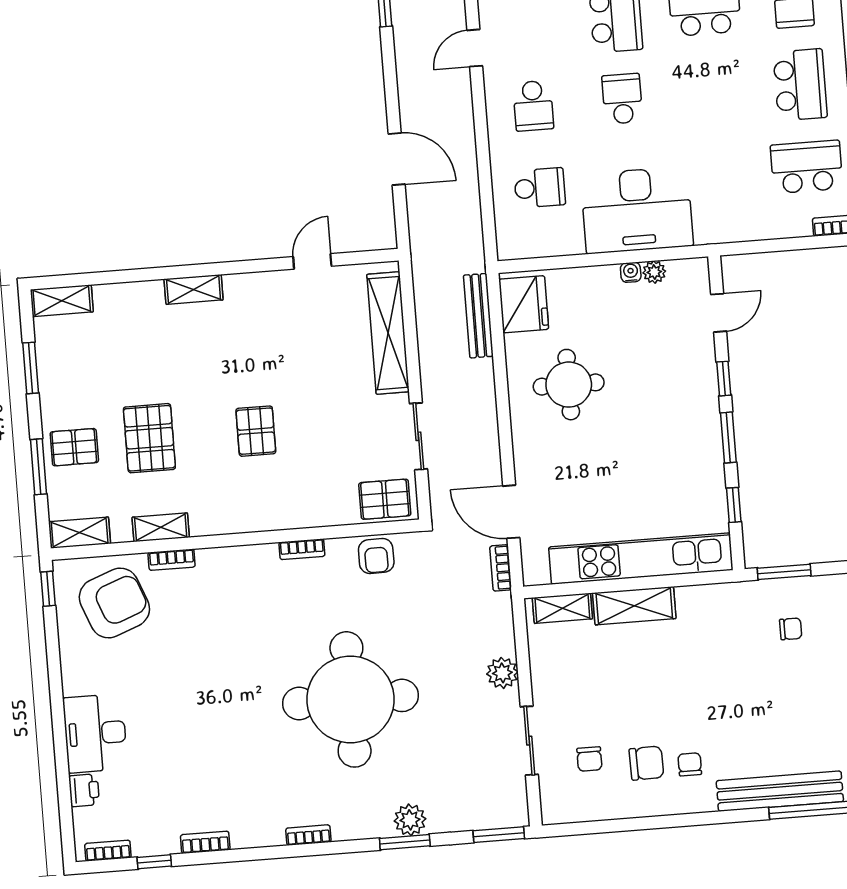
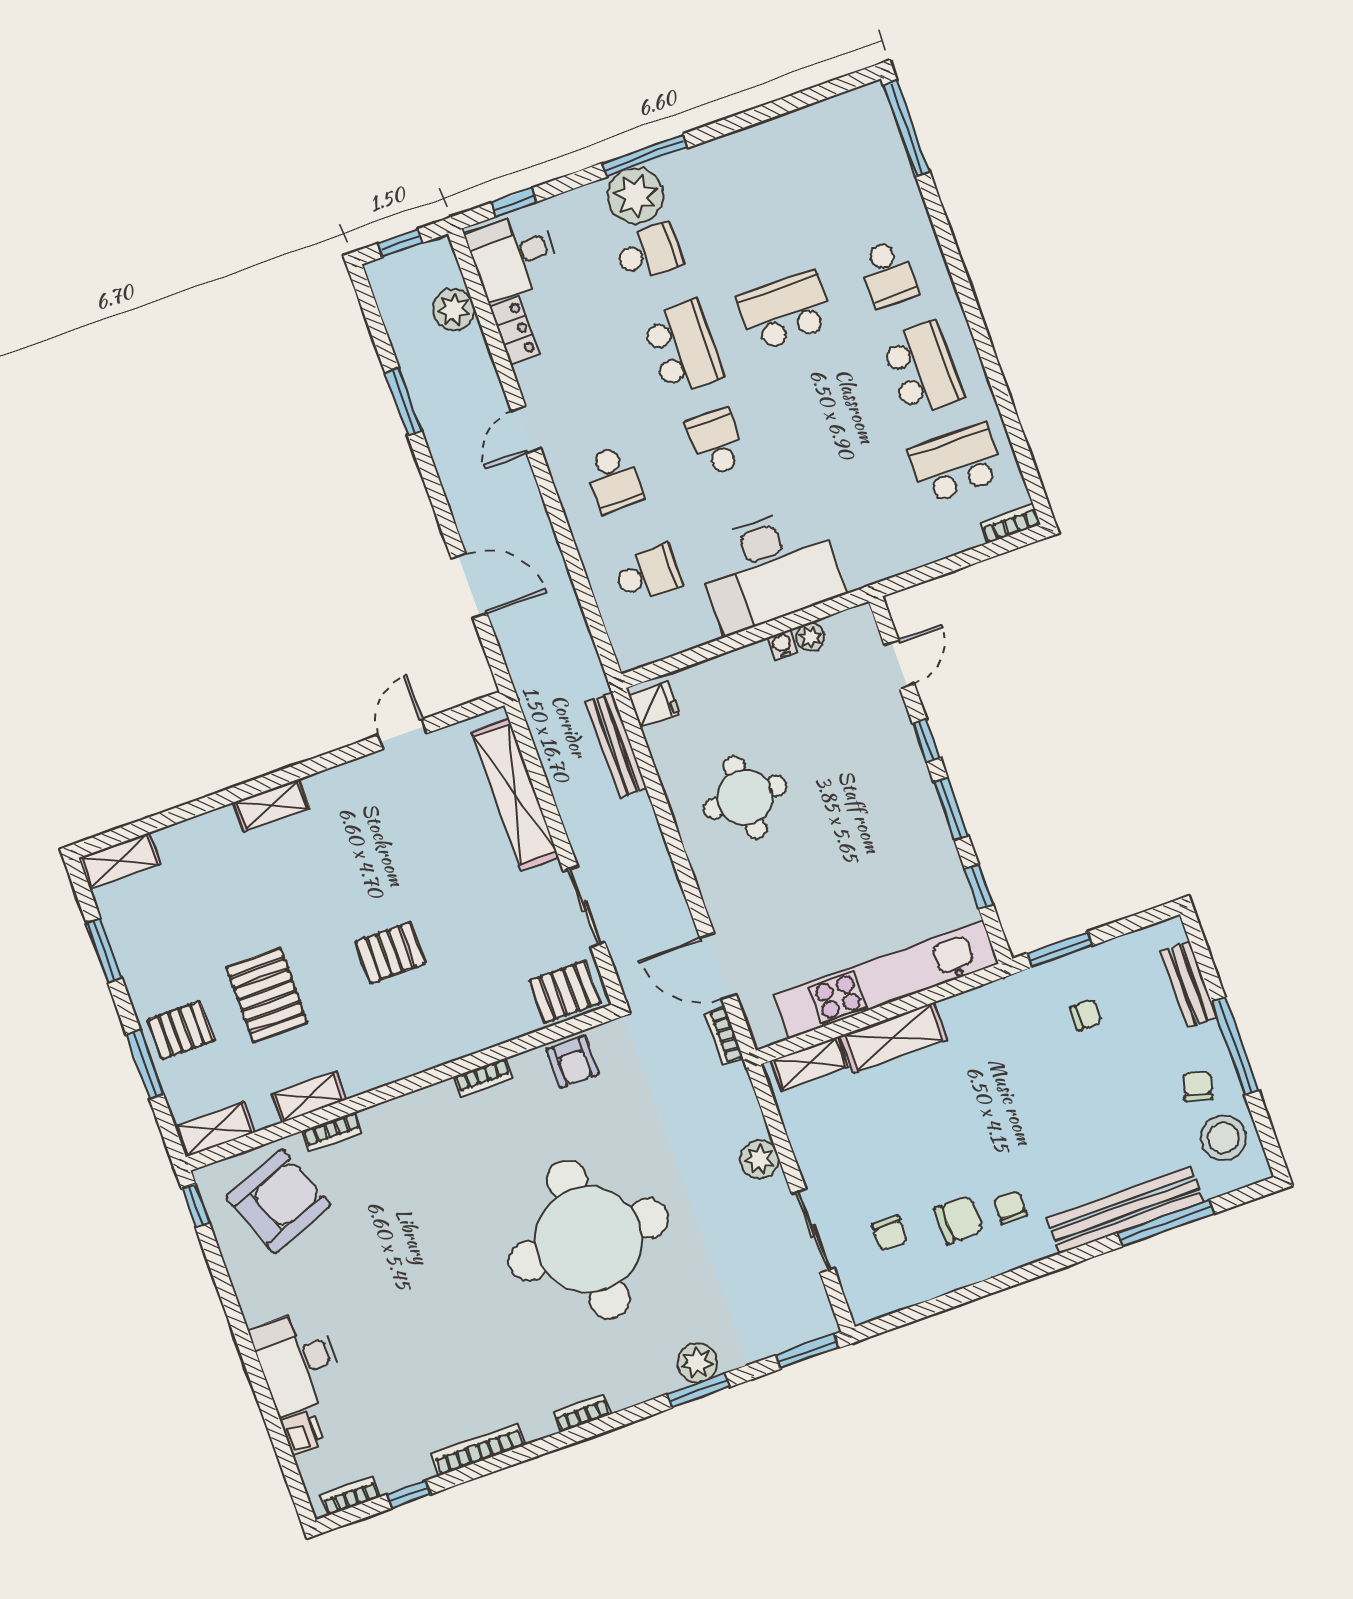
fridge: (524, 304) -> (654, 705), width x0.53, depth x0.75
pallet: (256, 431) -> (390, 953), turned 90
bookcase: (205, 842) -> (478, 1449), width x1.56

